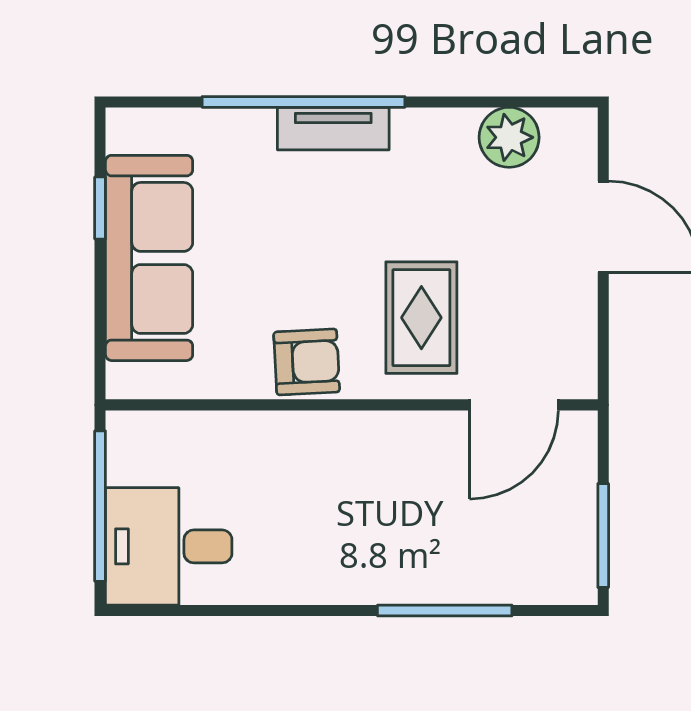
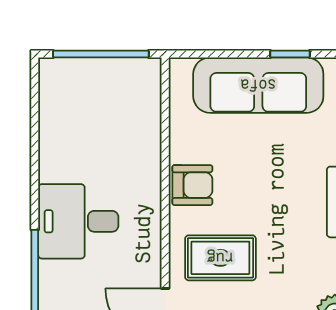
armchair: (307, 362) -> (192, 185), turned -87
desk: (169, 546) -> (78, 221), moved, turned -90

